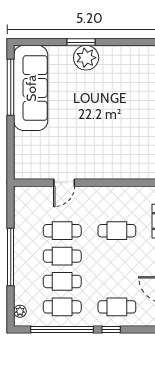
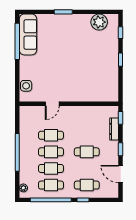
plant: (86, 58) -> (99, 22), moved
sofa: (31, 88) -> (28, 34), width x0.74, depth x0.79
side table: (24, 155) -> (26, 86), added
cafe table: (117, 231) -> (87, 152), moved

